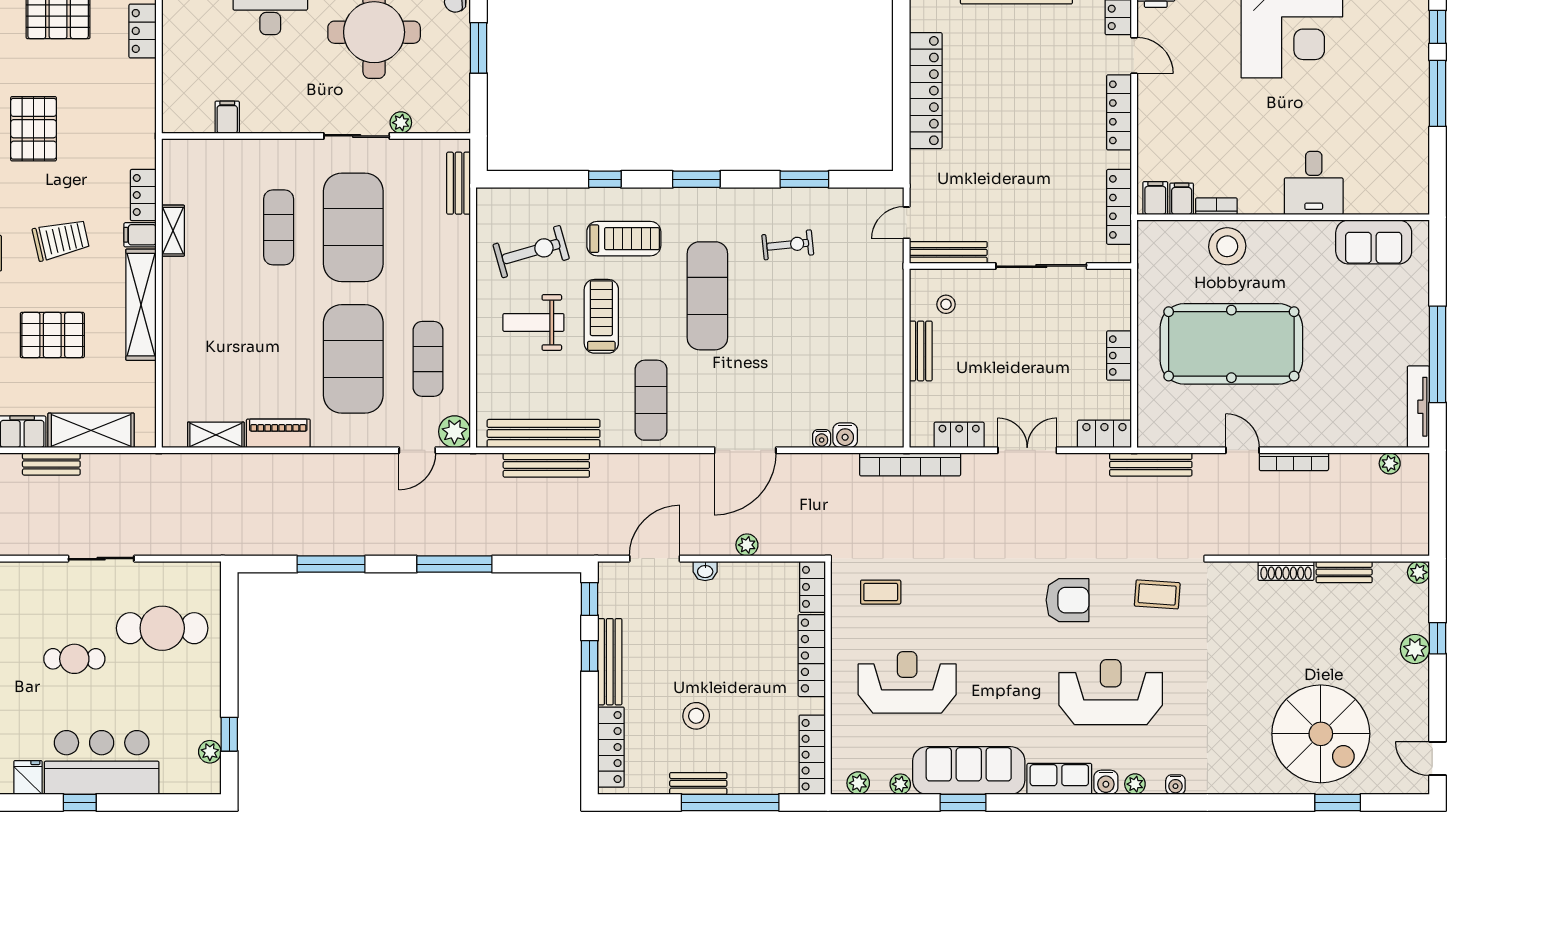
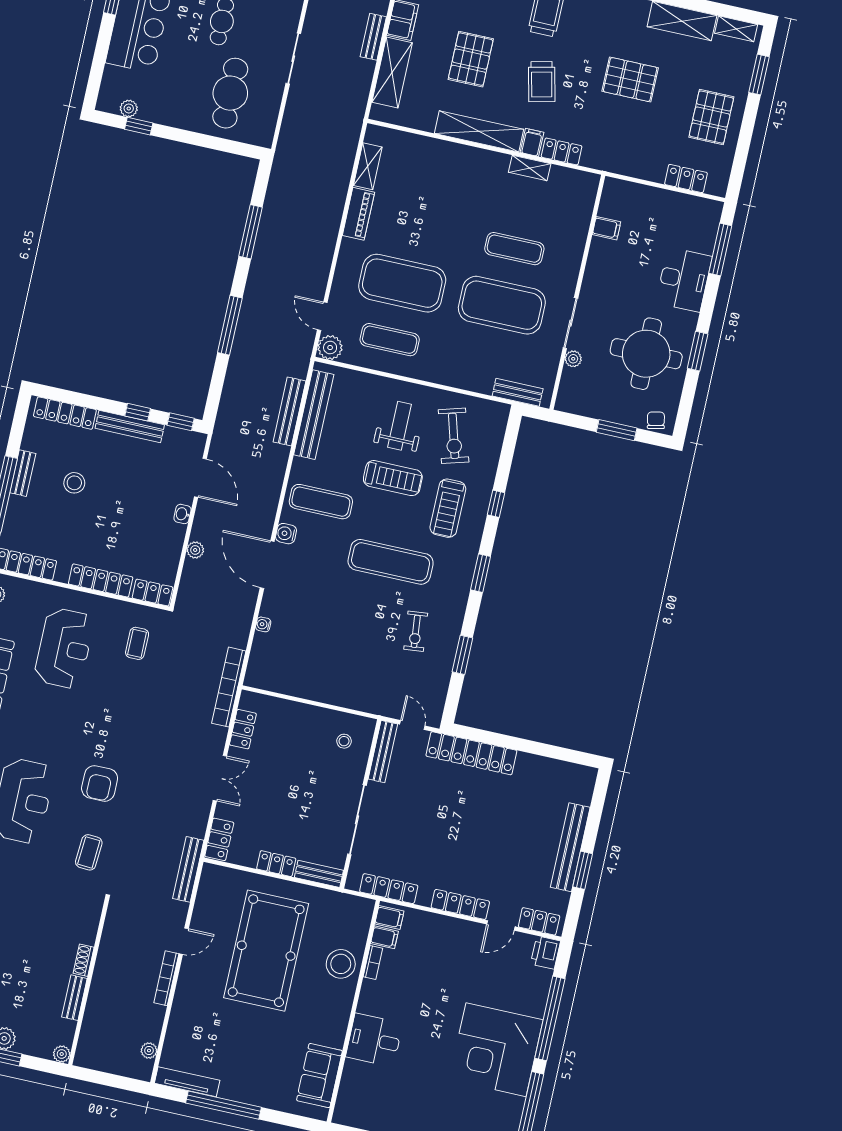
locker: (926, 91) -> (471, 753), moved
bench: (921, 351) -> (319, 874), moved
water cooler: (845, 435) -> (286, 534), moved
shoe rack: (1286, 571) -> (84, 960), width x0.70

